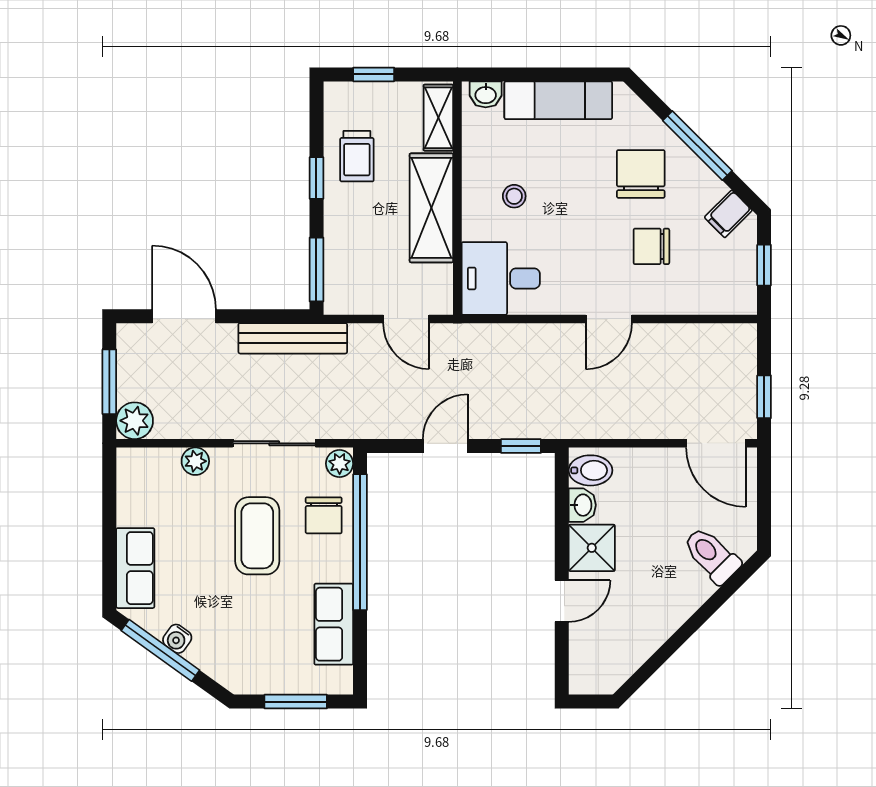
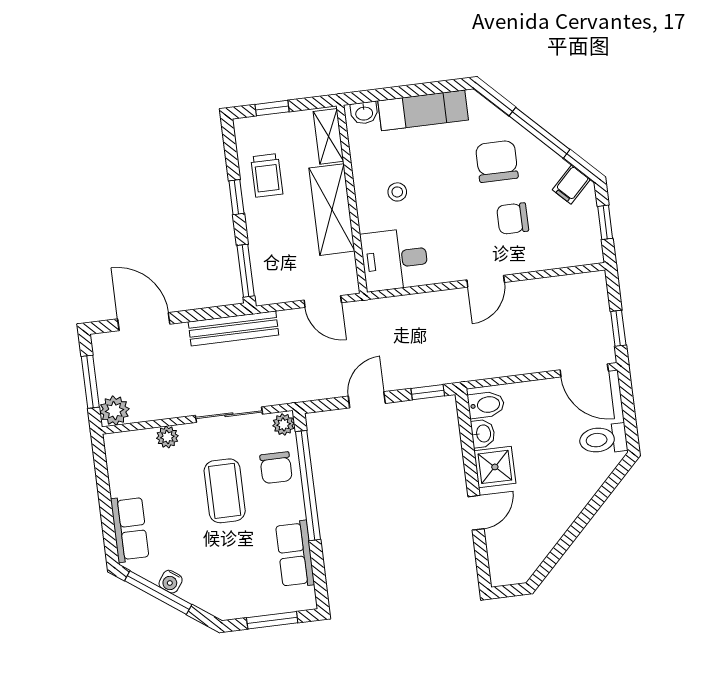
toilet: (712, 555) -> (603, 439), moved, turned -45

